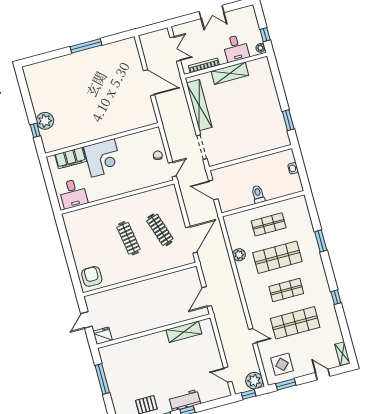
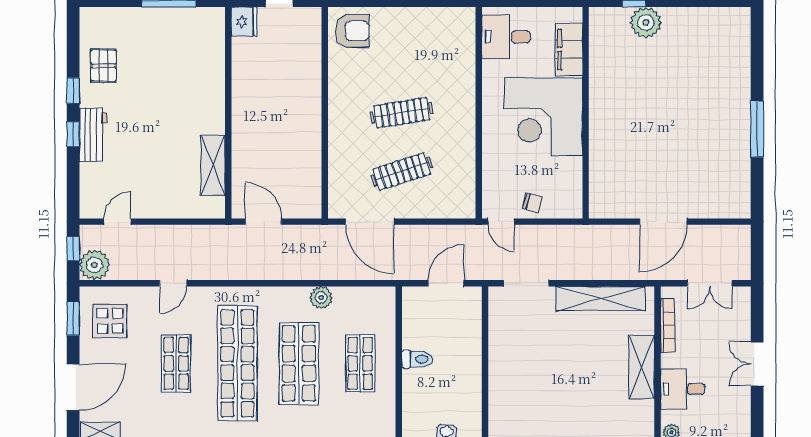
corner desk: (103, 158) -> (544, 116), width x1.36, depth x1.36
shop shelf: (286, 290) -> (237, 363), width x2.00, depth x1.36
shop shelf: (295, 323) -> (176, 363), width x0.70, depth x0.74
door: (323, 374) -> (73, 387), width x1.87

